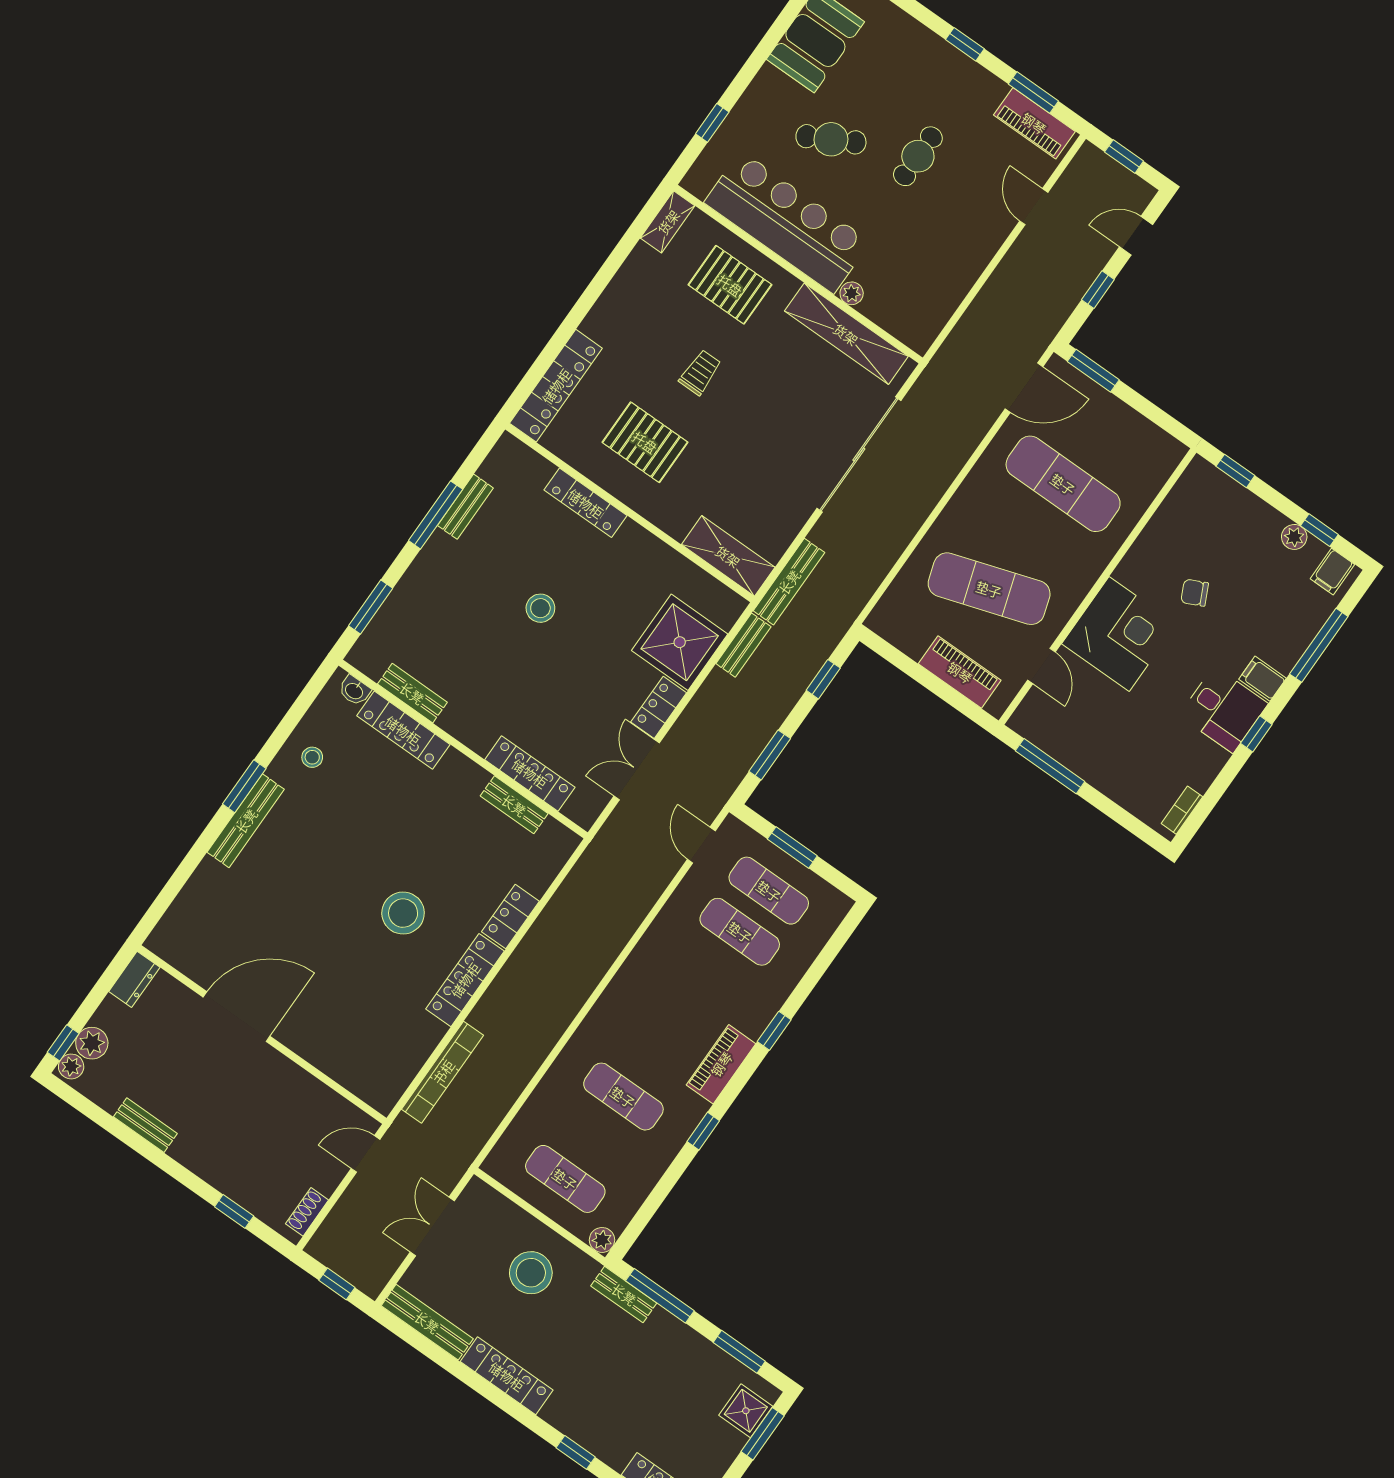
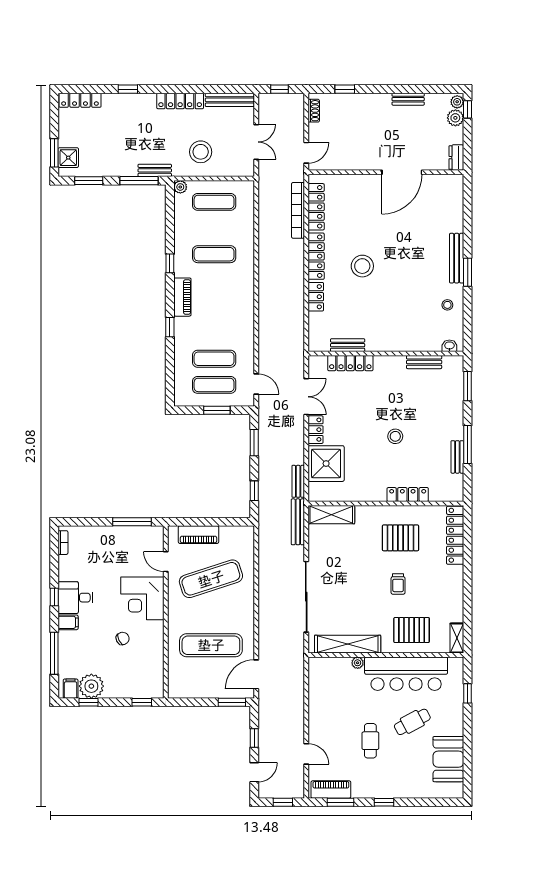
plant: (1294, 537) -> (91, 686), width x1.88, depth x1.88
locker: (403, 730) -> (316, 207), moved, turned 90

